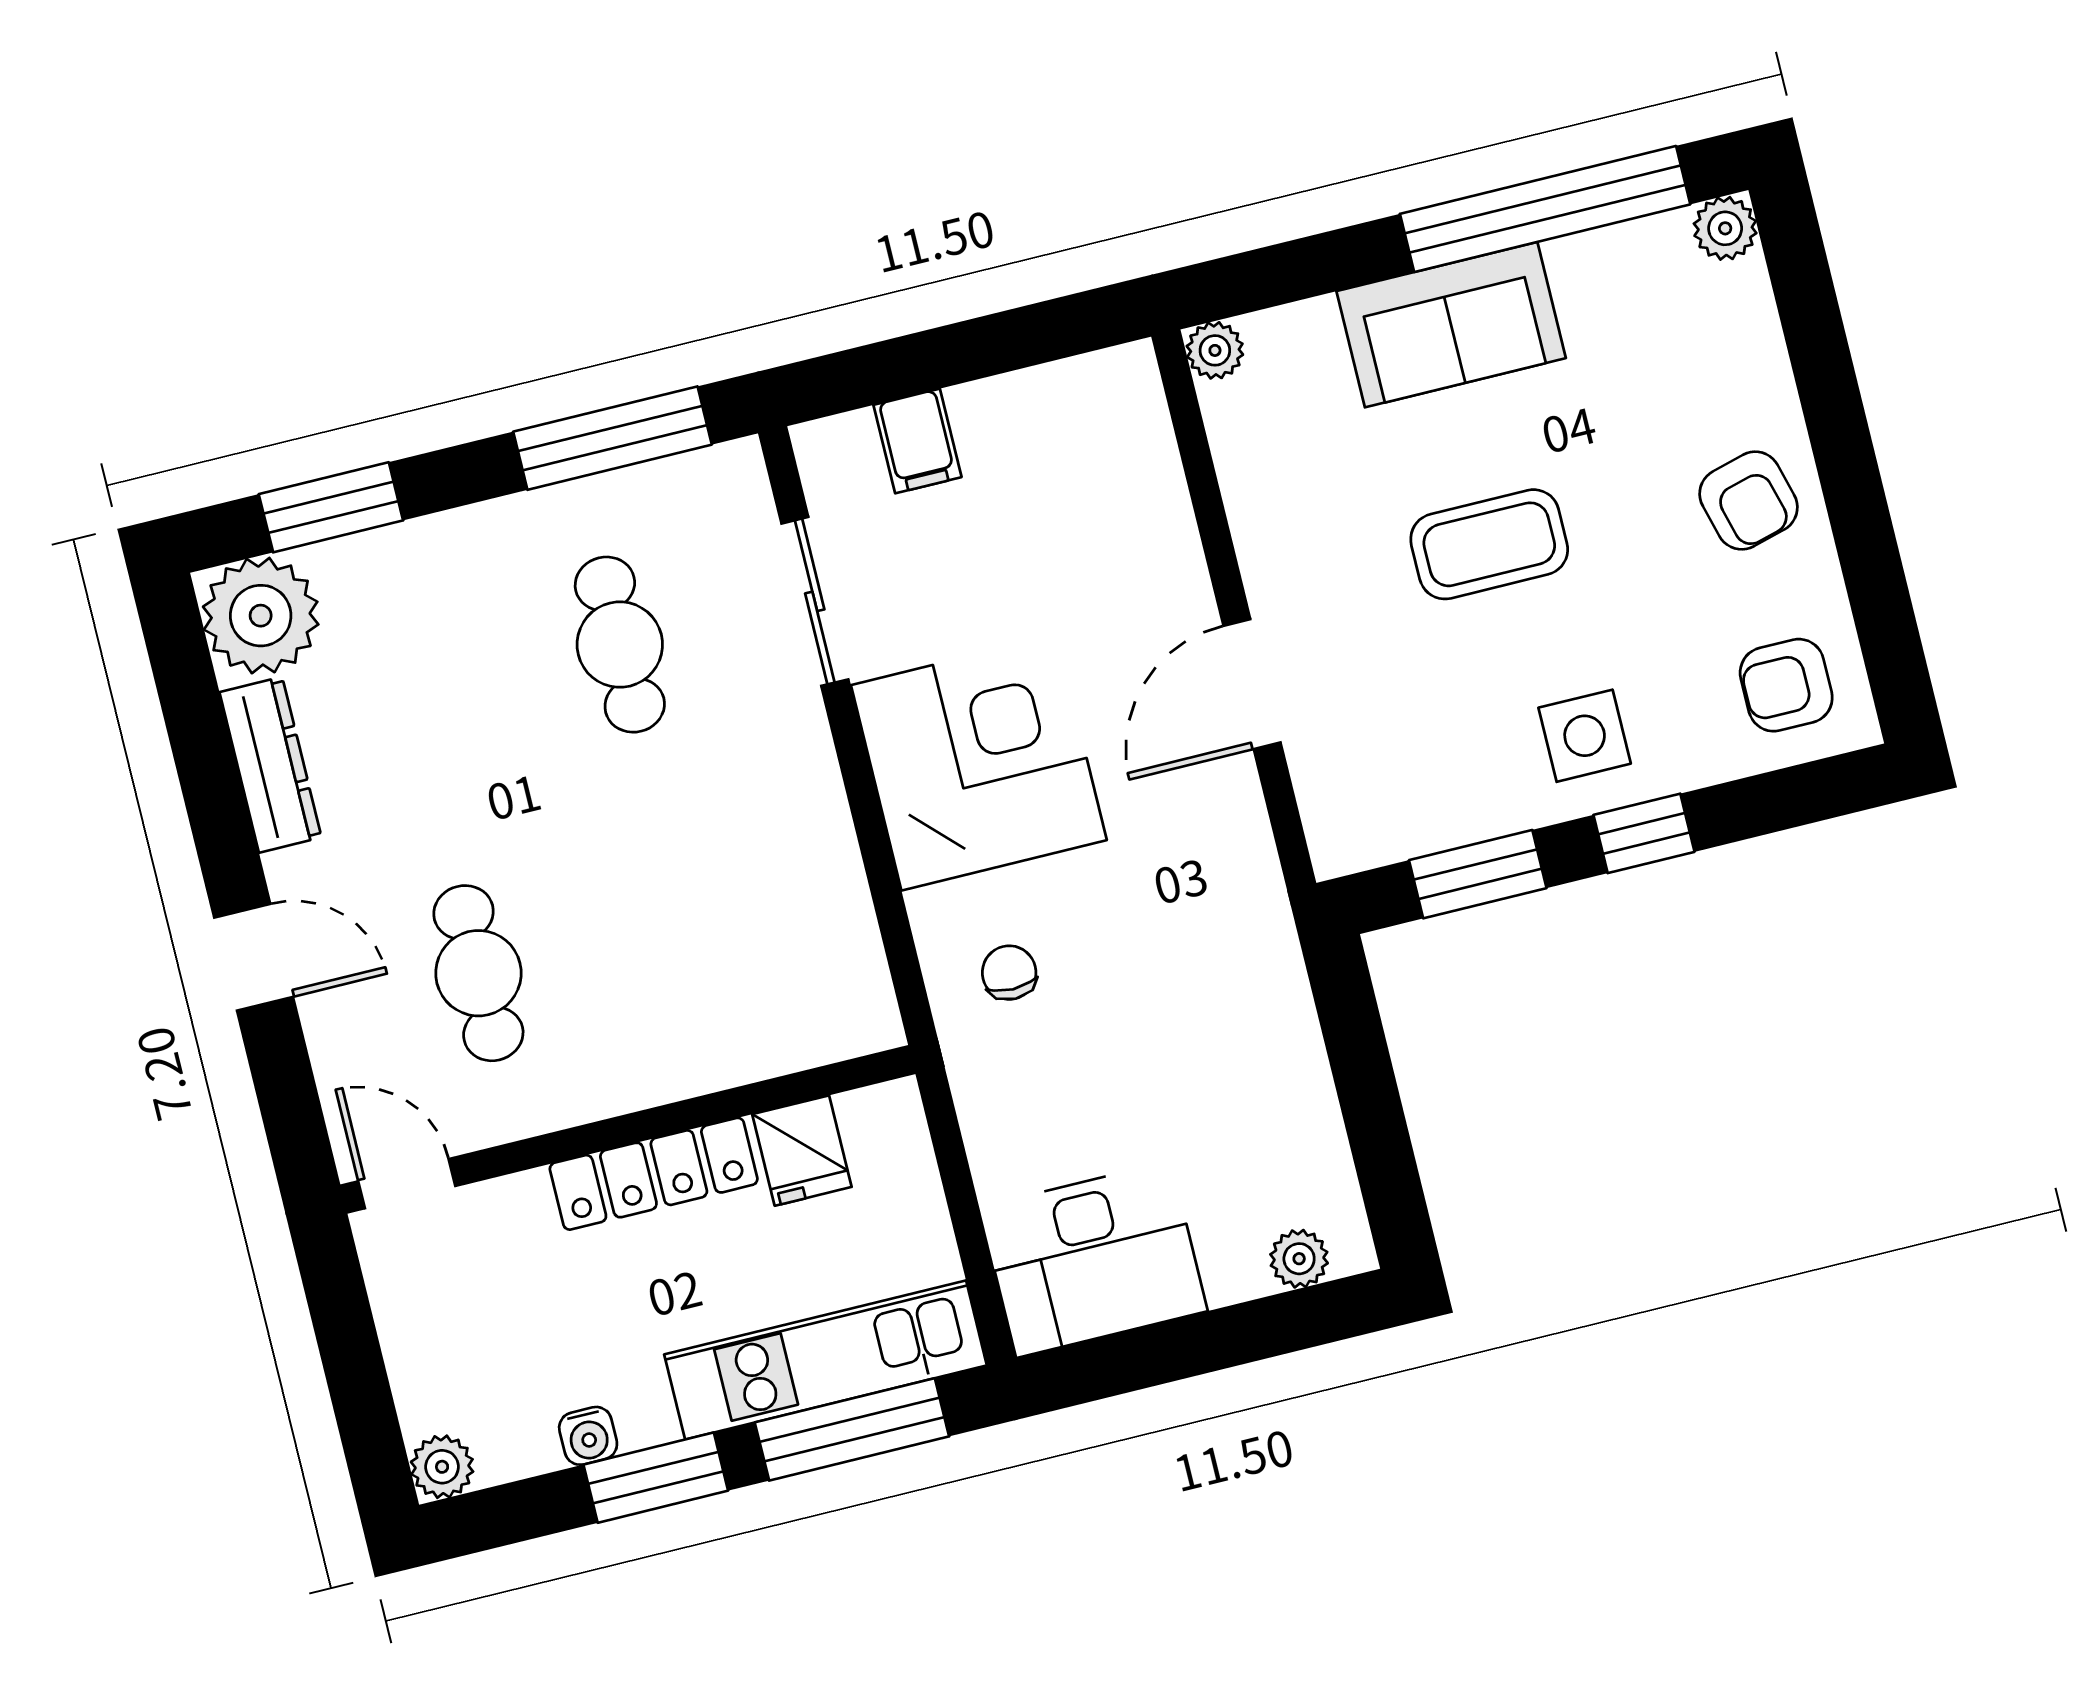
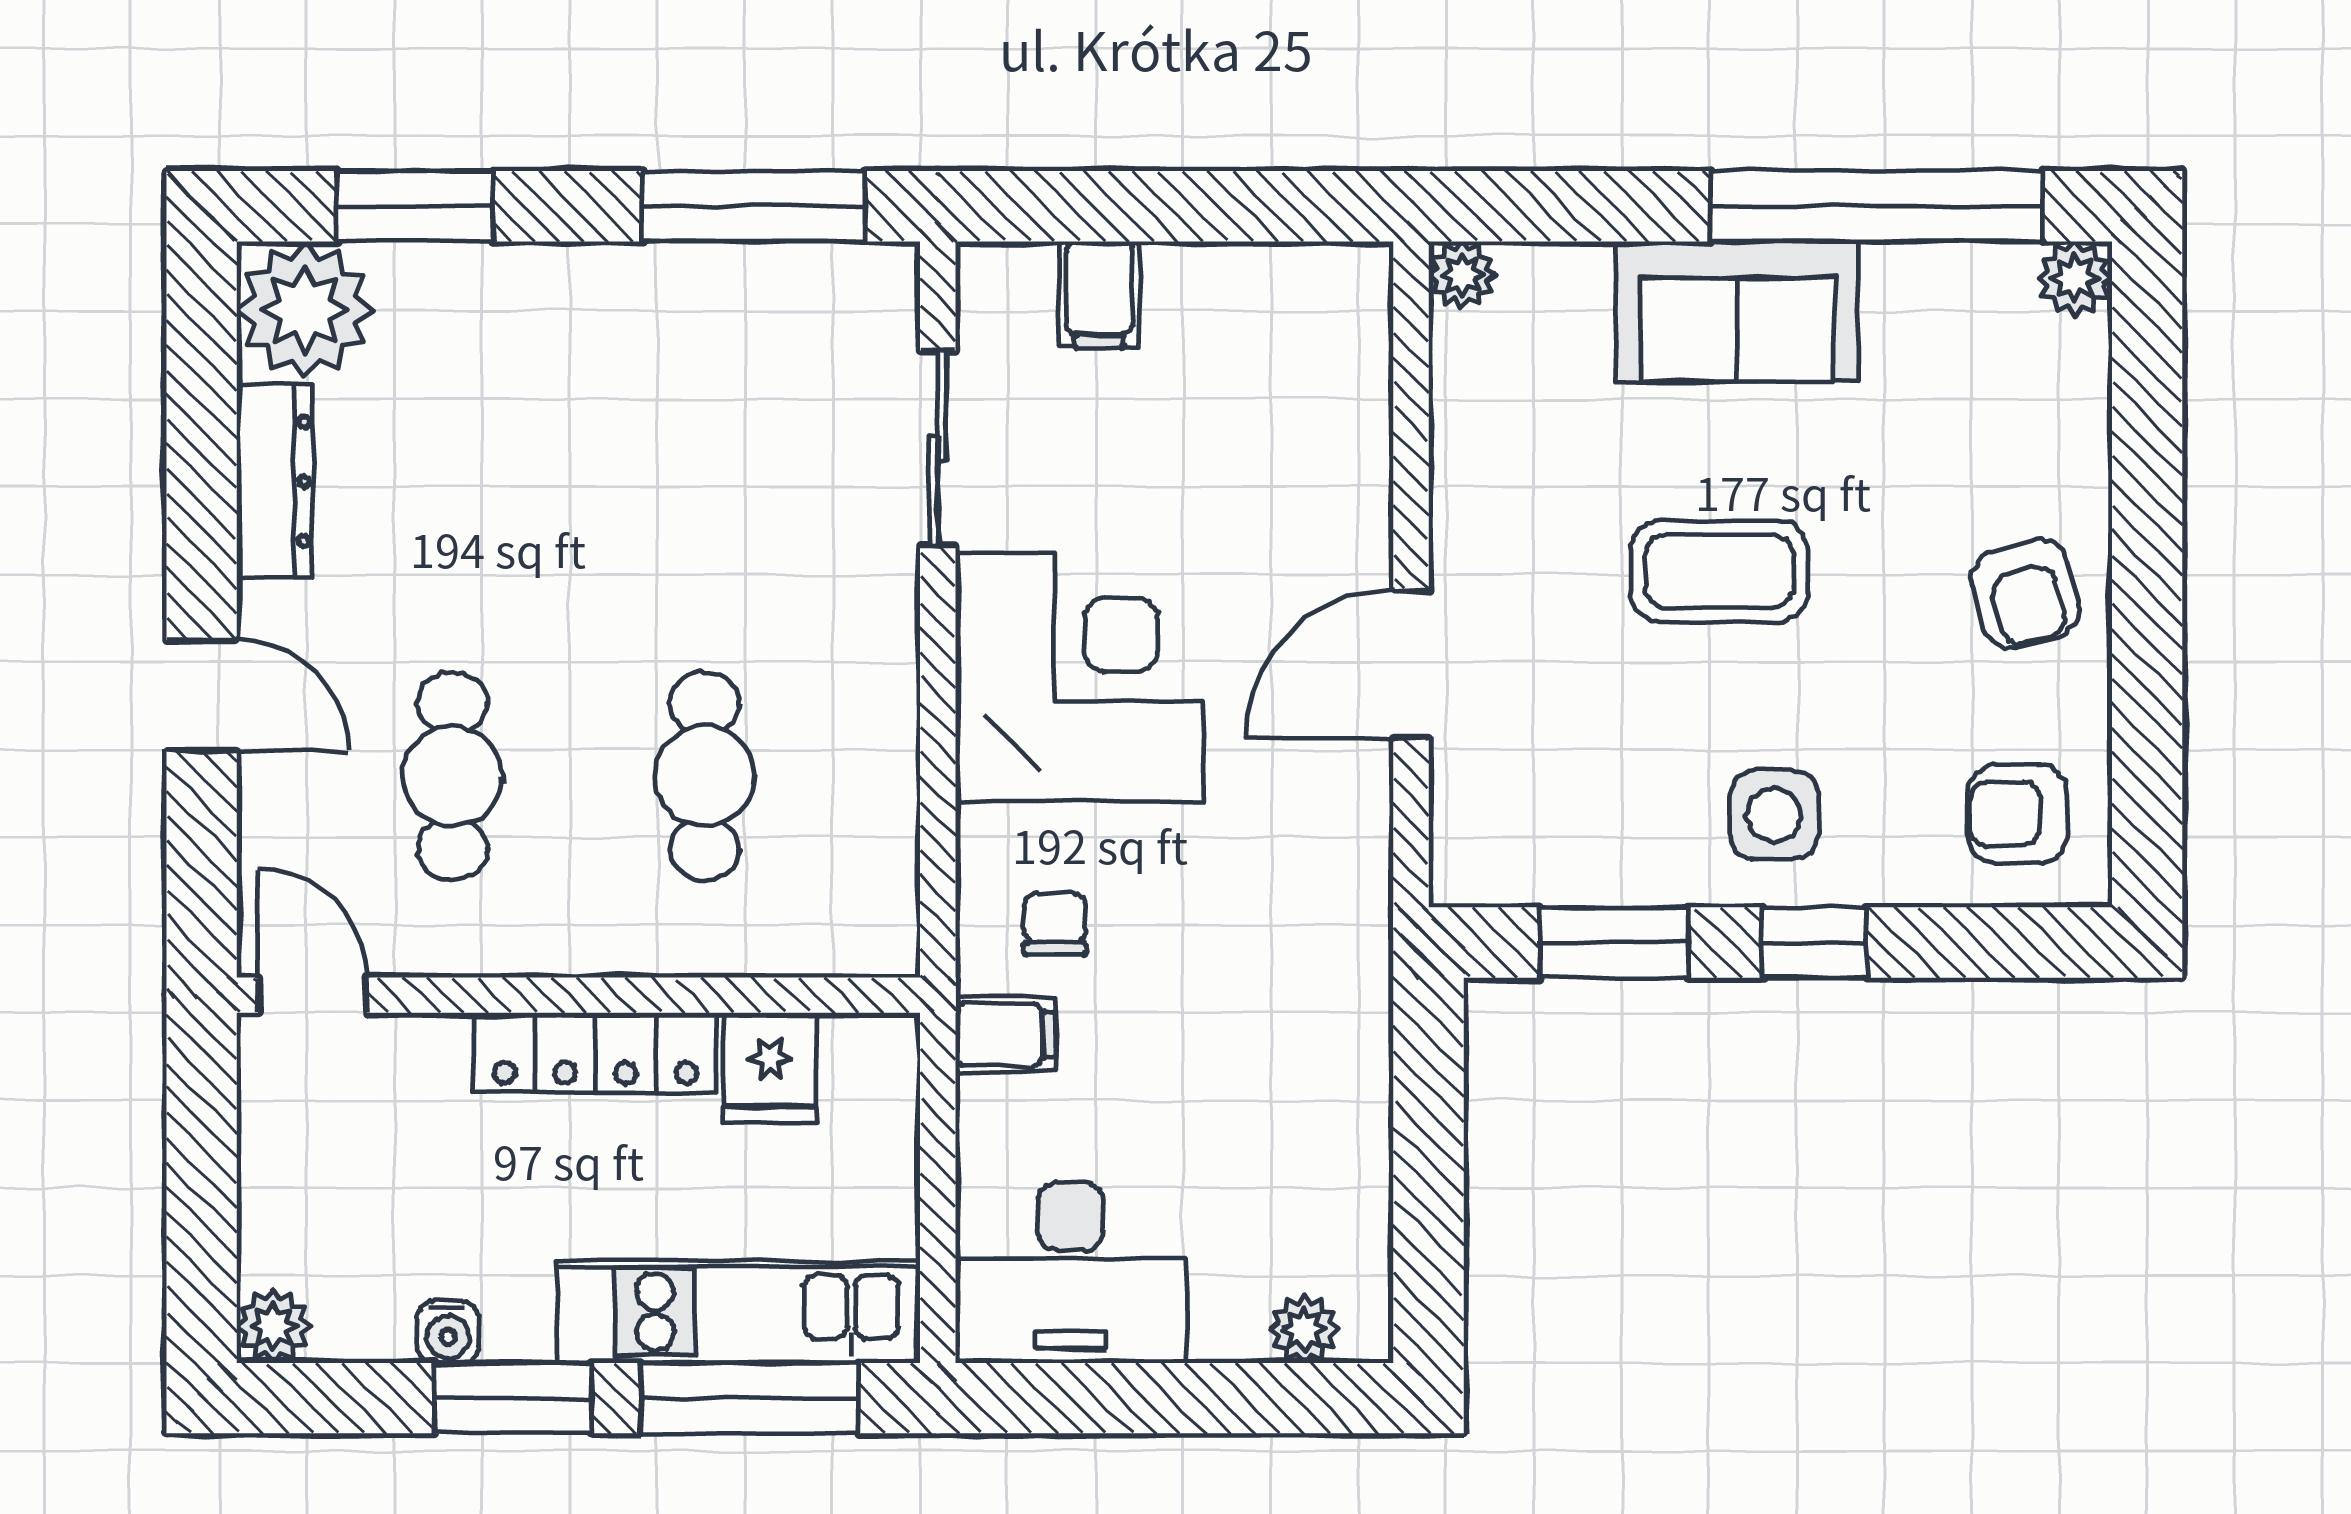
cafe table: (620, 645) -> (705, 776), moved
filing cabinet: (991, 1075) -> (1005, 1035), added

